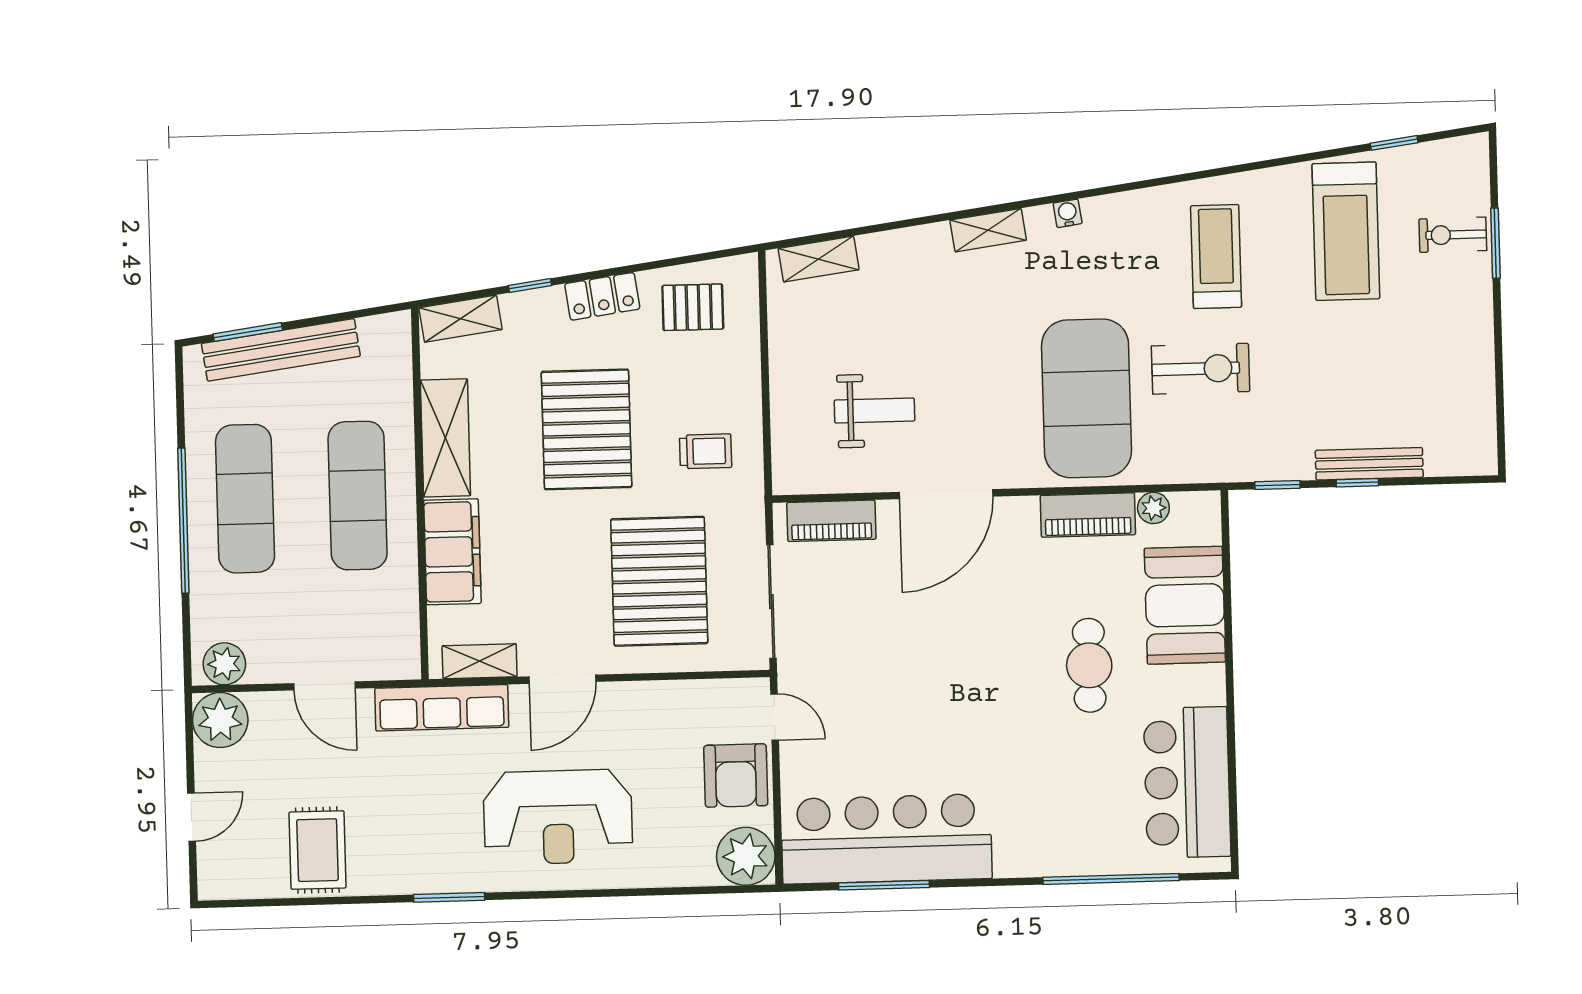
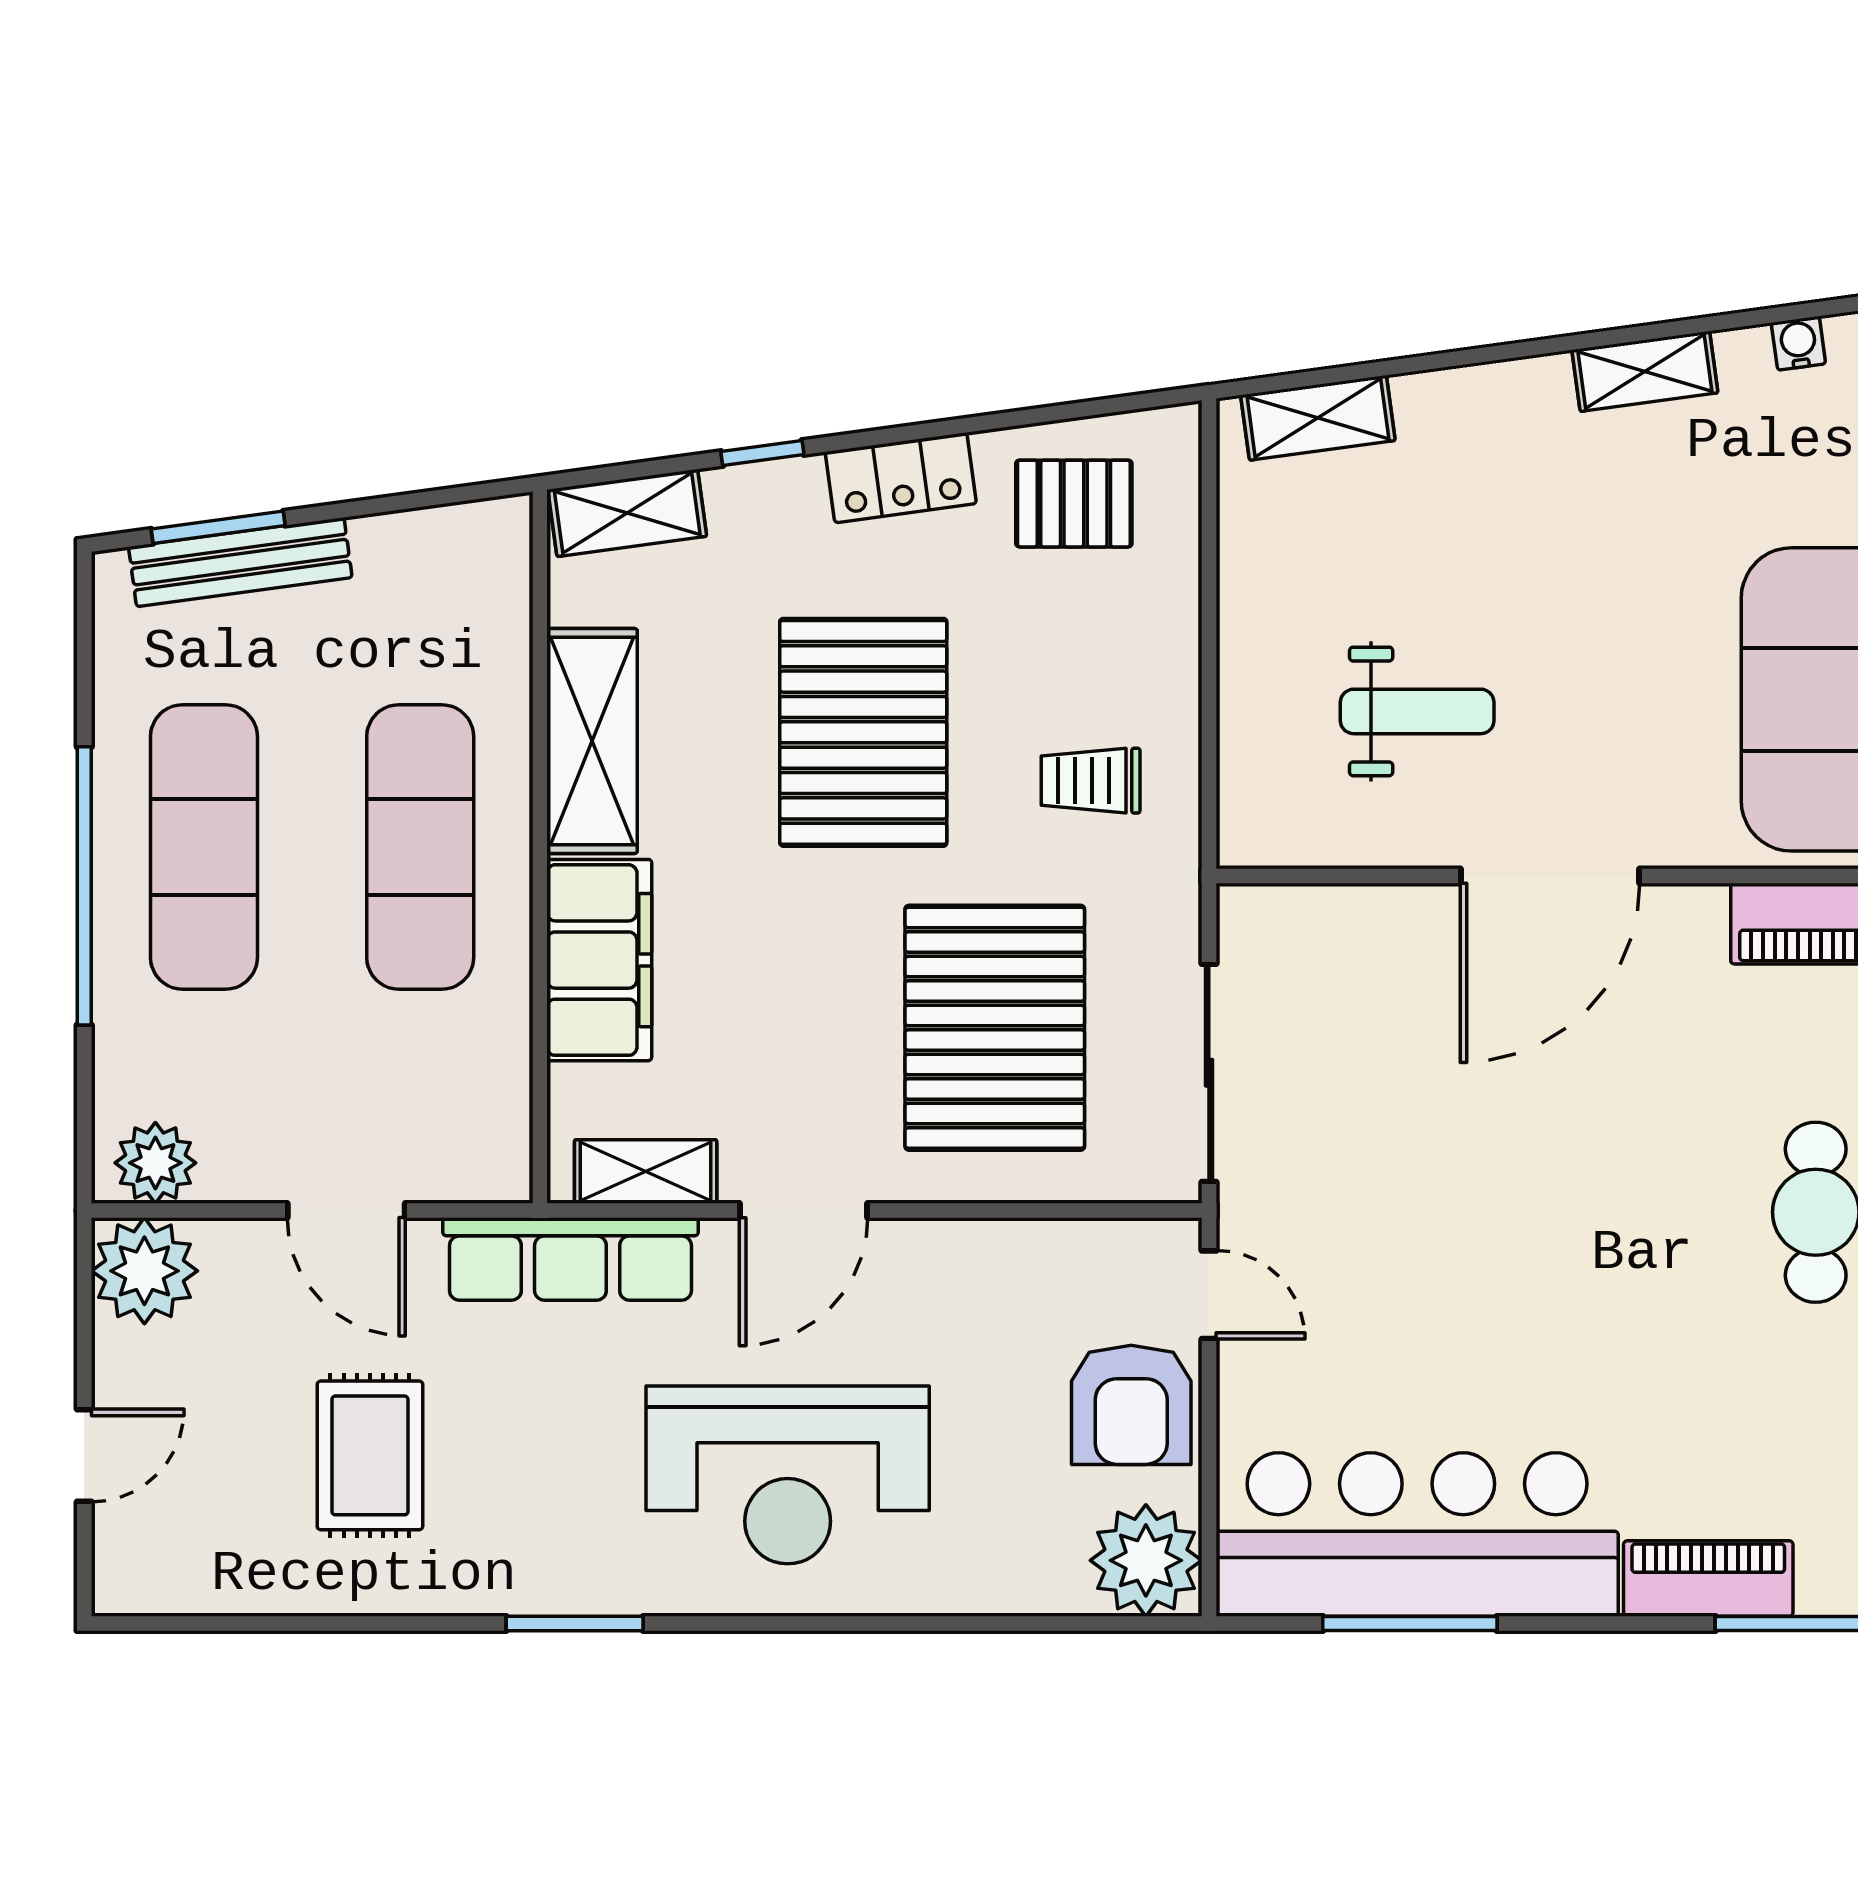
bench: (281, 350) -> (240, 562), width x0.73, depth x0.82
trolley: (706, 451) -> (1091, 781), turned 180
piano: (831, 521) -> (1708, 1579), moved, turned 180
rug: (317, 850) -> (370, 1455), moved

